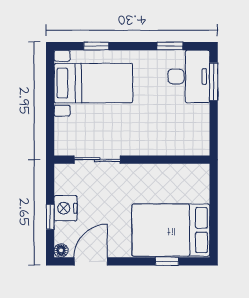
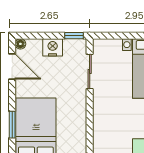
window: (50, 217) -> (74, 36), moved
window: (167, 261) -> (12, 125), width x1.50

